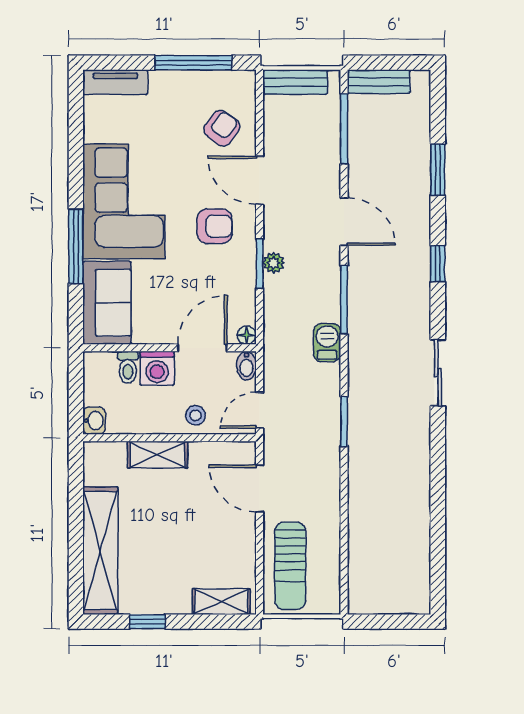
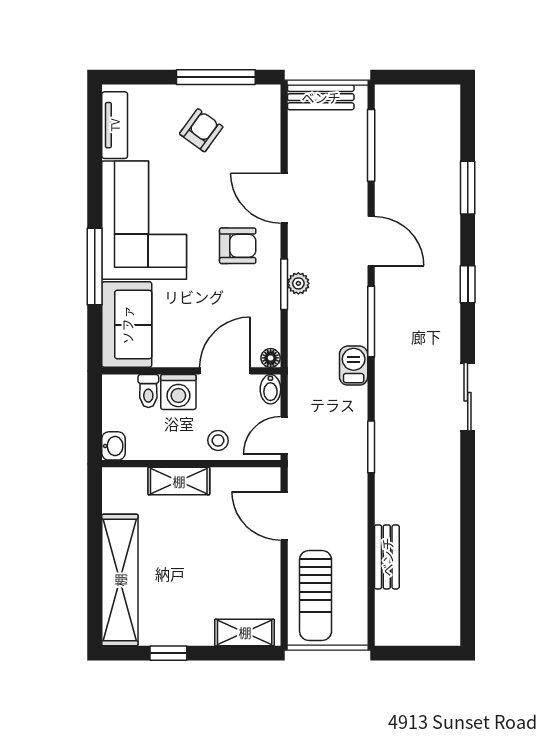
tv unit: (115, 82) -> (115, 125), moved, turned -90
bench: (379, 82) -> (387, 557), moved, turned 90
armchair: (222, 128) -> (201, 130), moved

